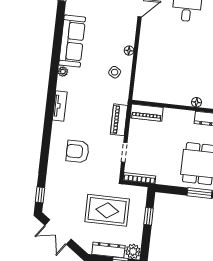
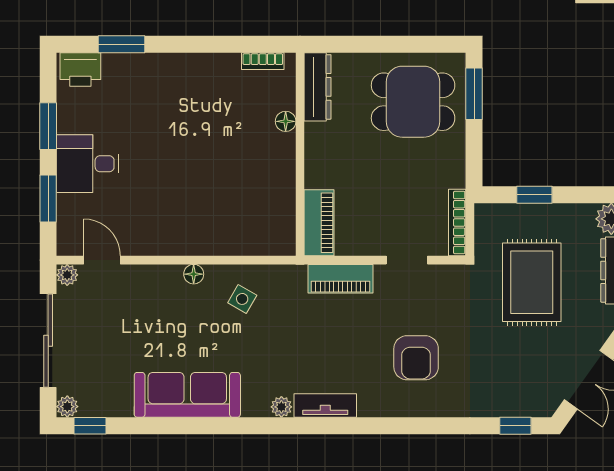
plant: (63, 72) -> (281, 407), moved

